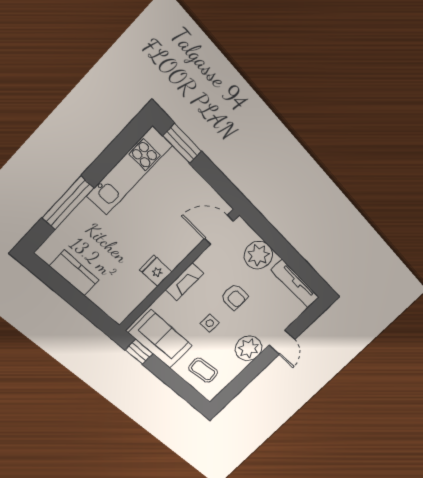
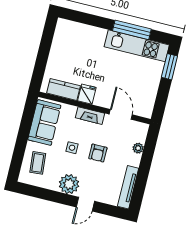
window: (68, 203) -> (132, 30), moved
door: (219, 230) -> (121, 114), moved
plant: (258, 255) -> (138, 148), width x0.53, depth x0.53
kitchen counter: (74, 273) -> (63, 89), moved, turned -90
window: (139, 352) -> (28, 114), removed

